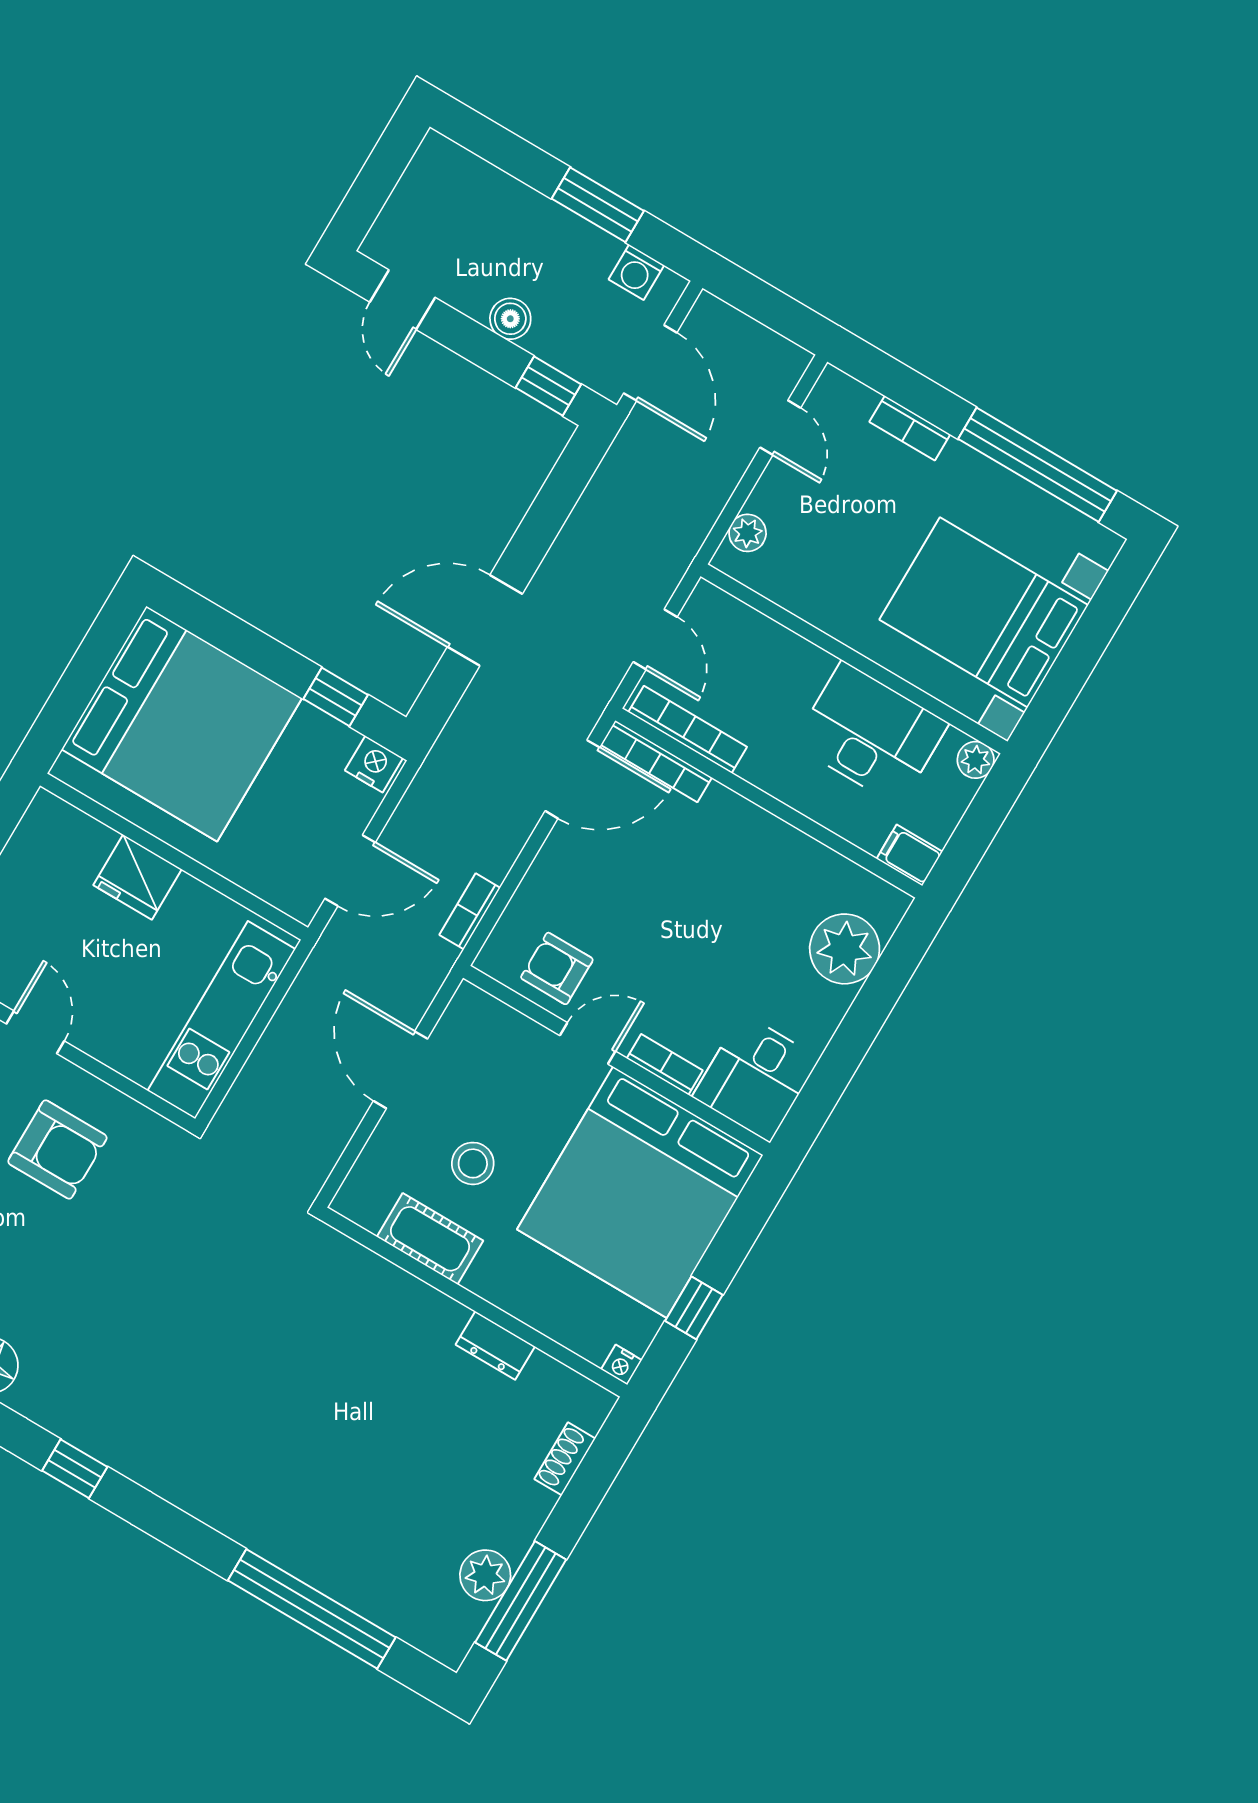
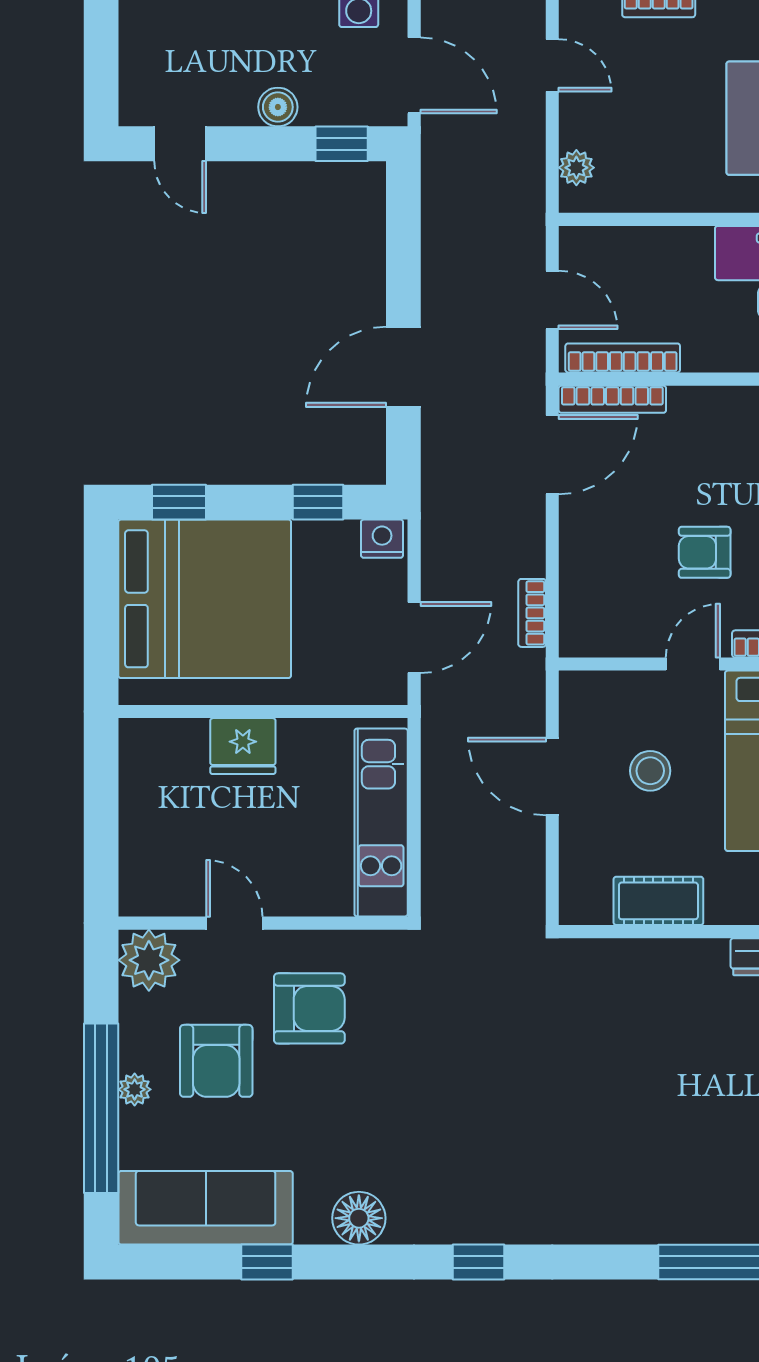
window: (210, 623) -> (179, 502), added
armchair: (557, 968) -> (705, 552), moved
stool: (473, 1163) -> (650, 771), moved

